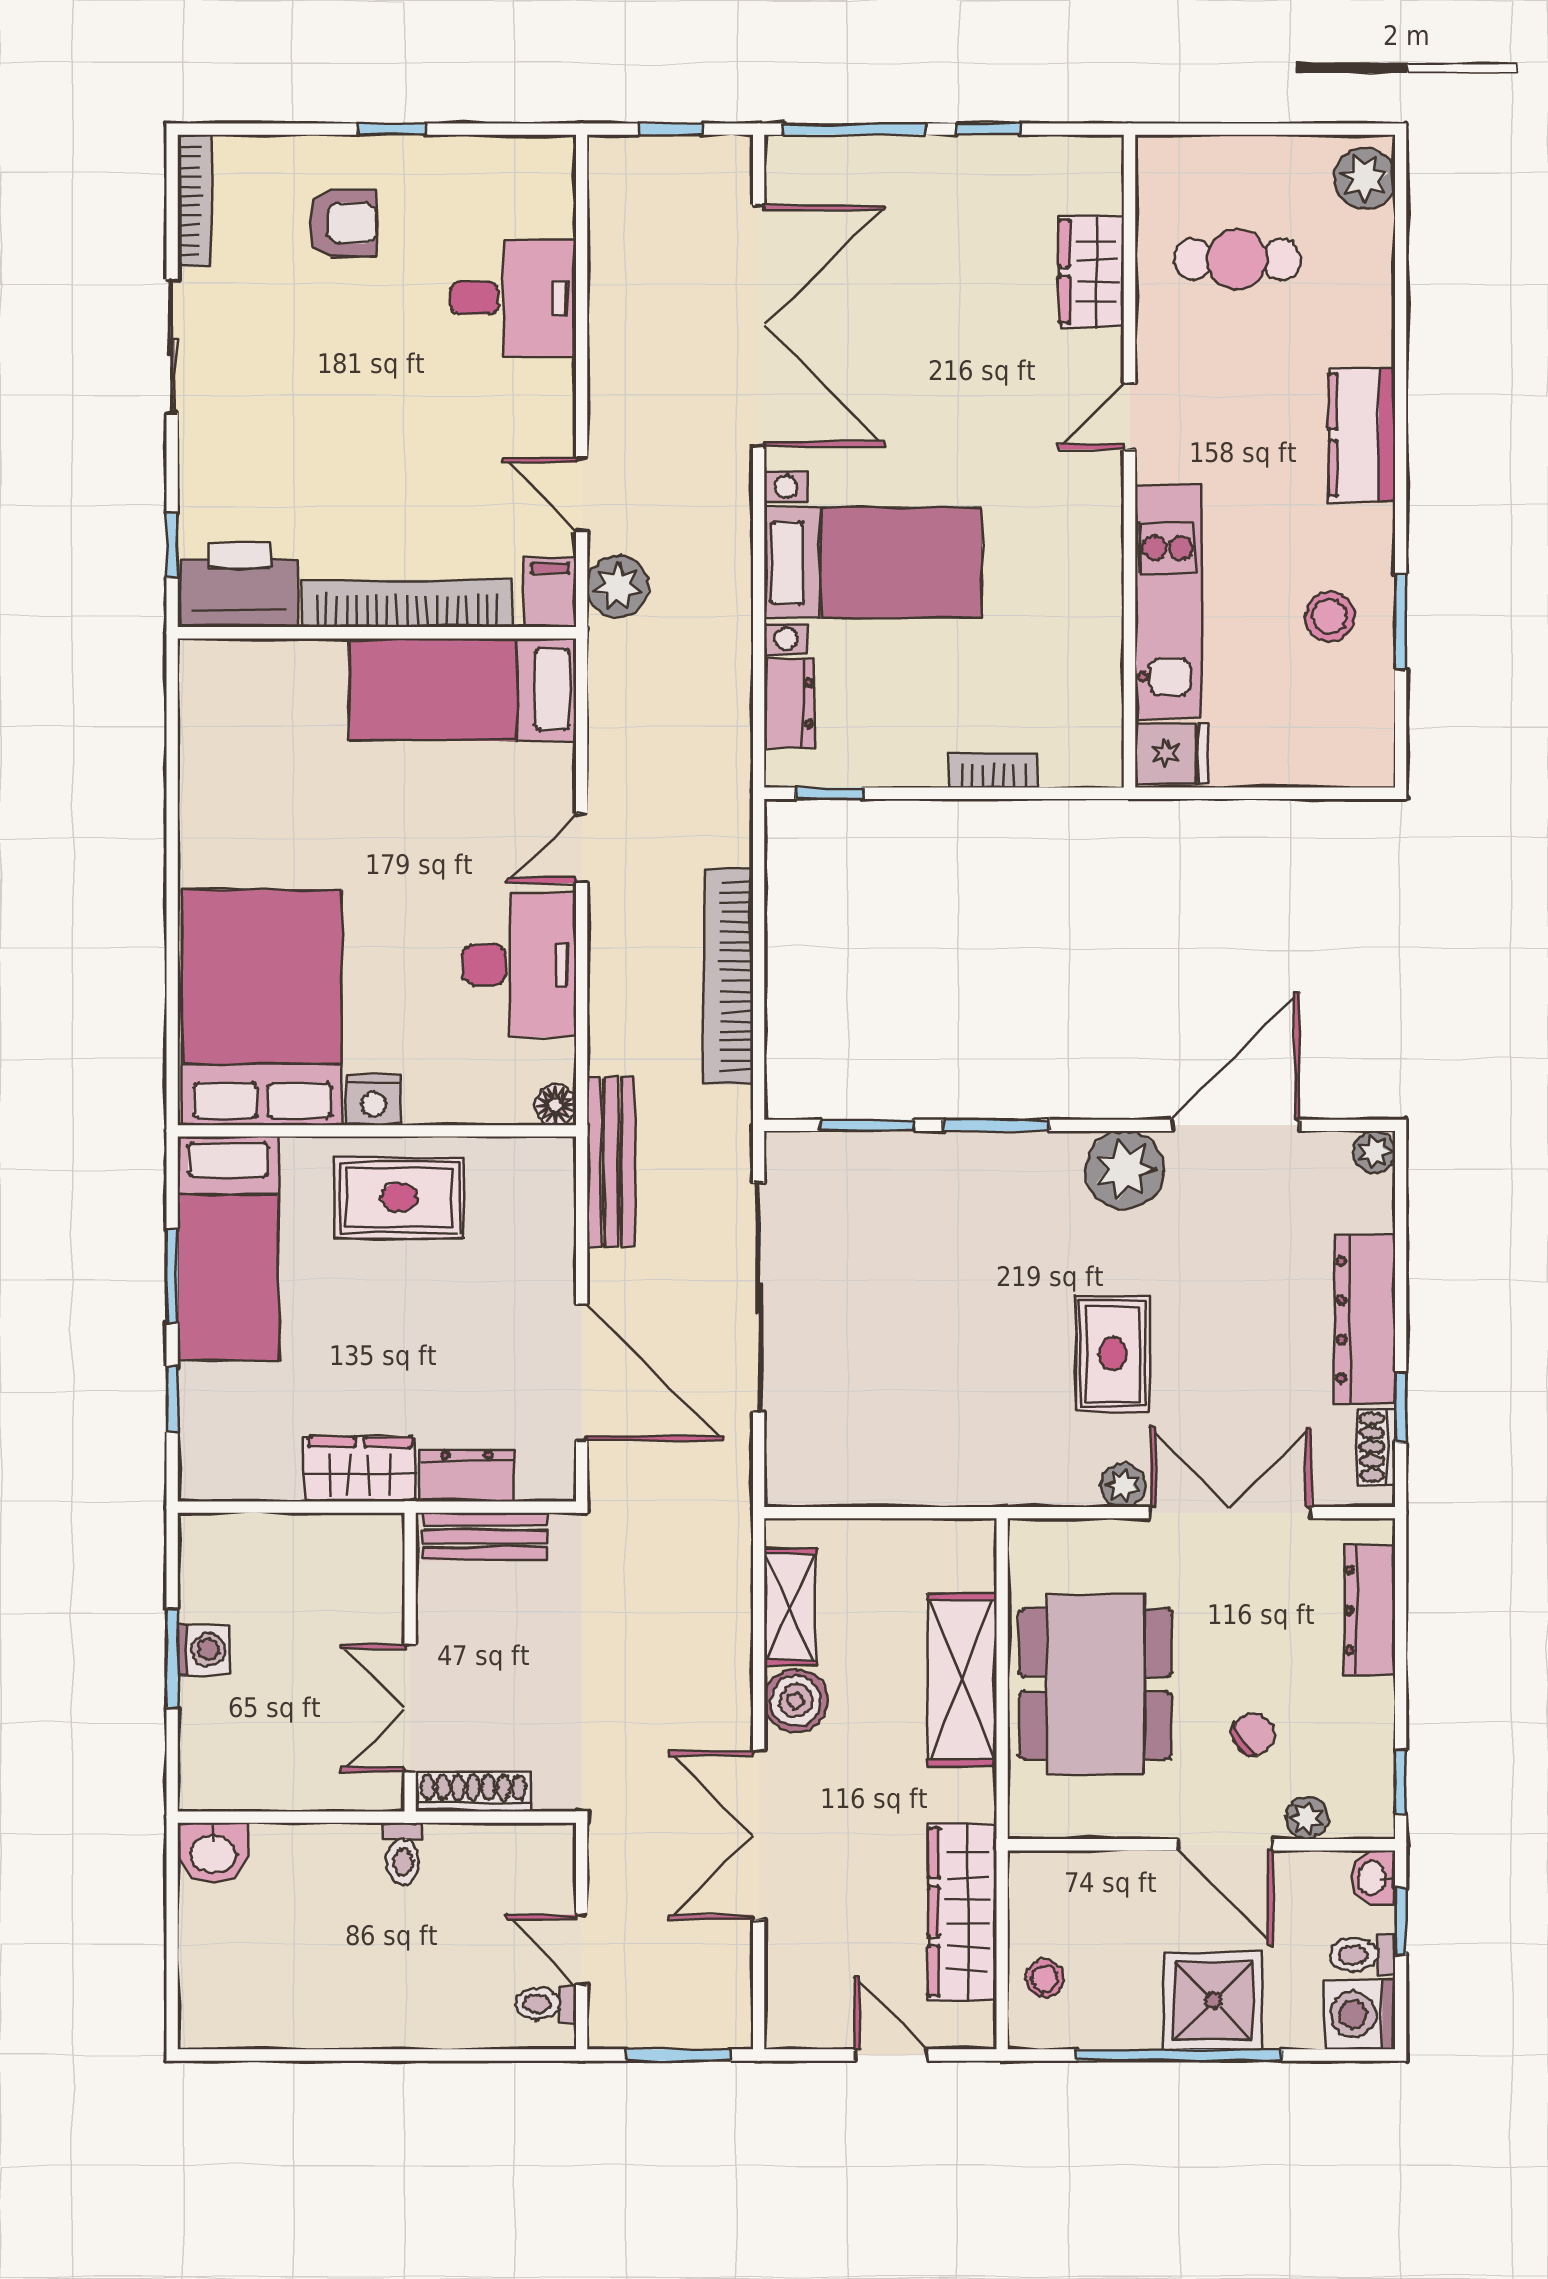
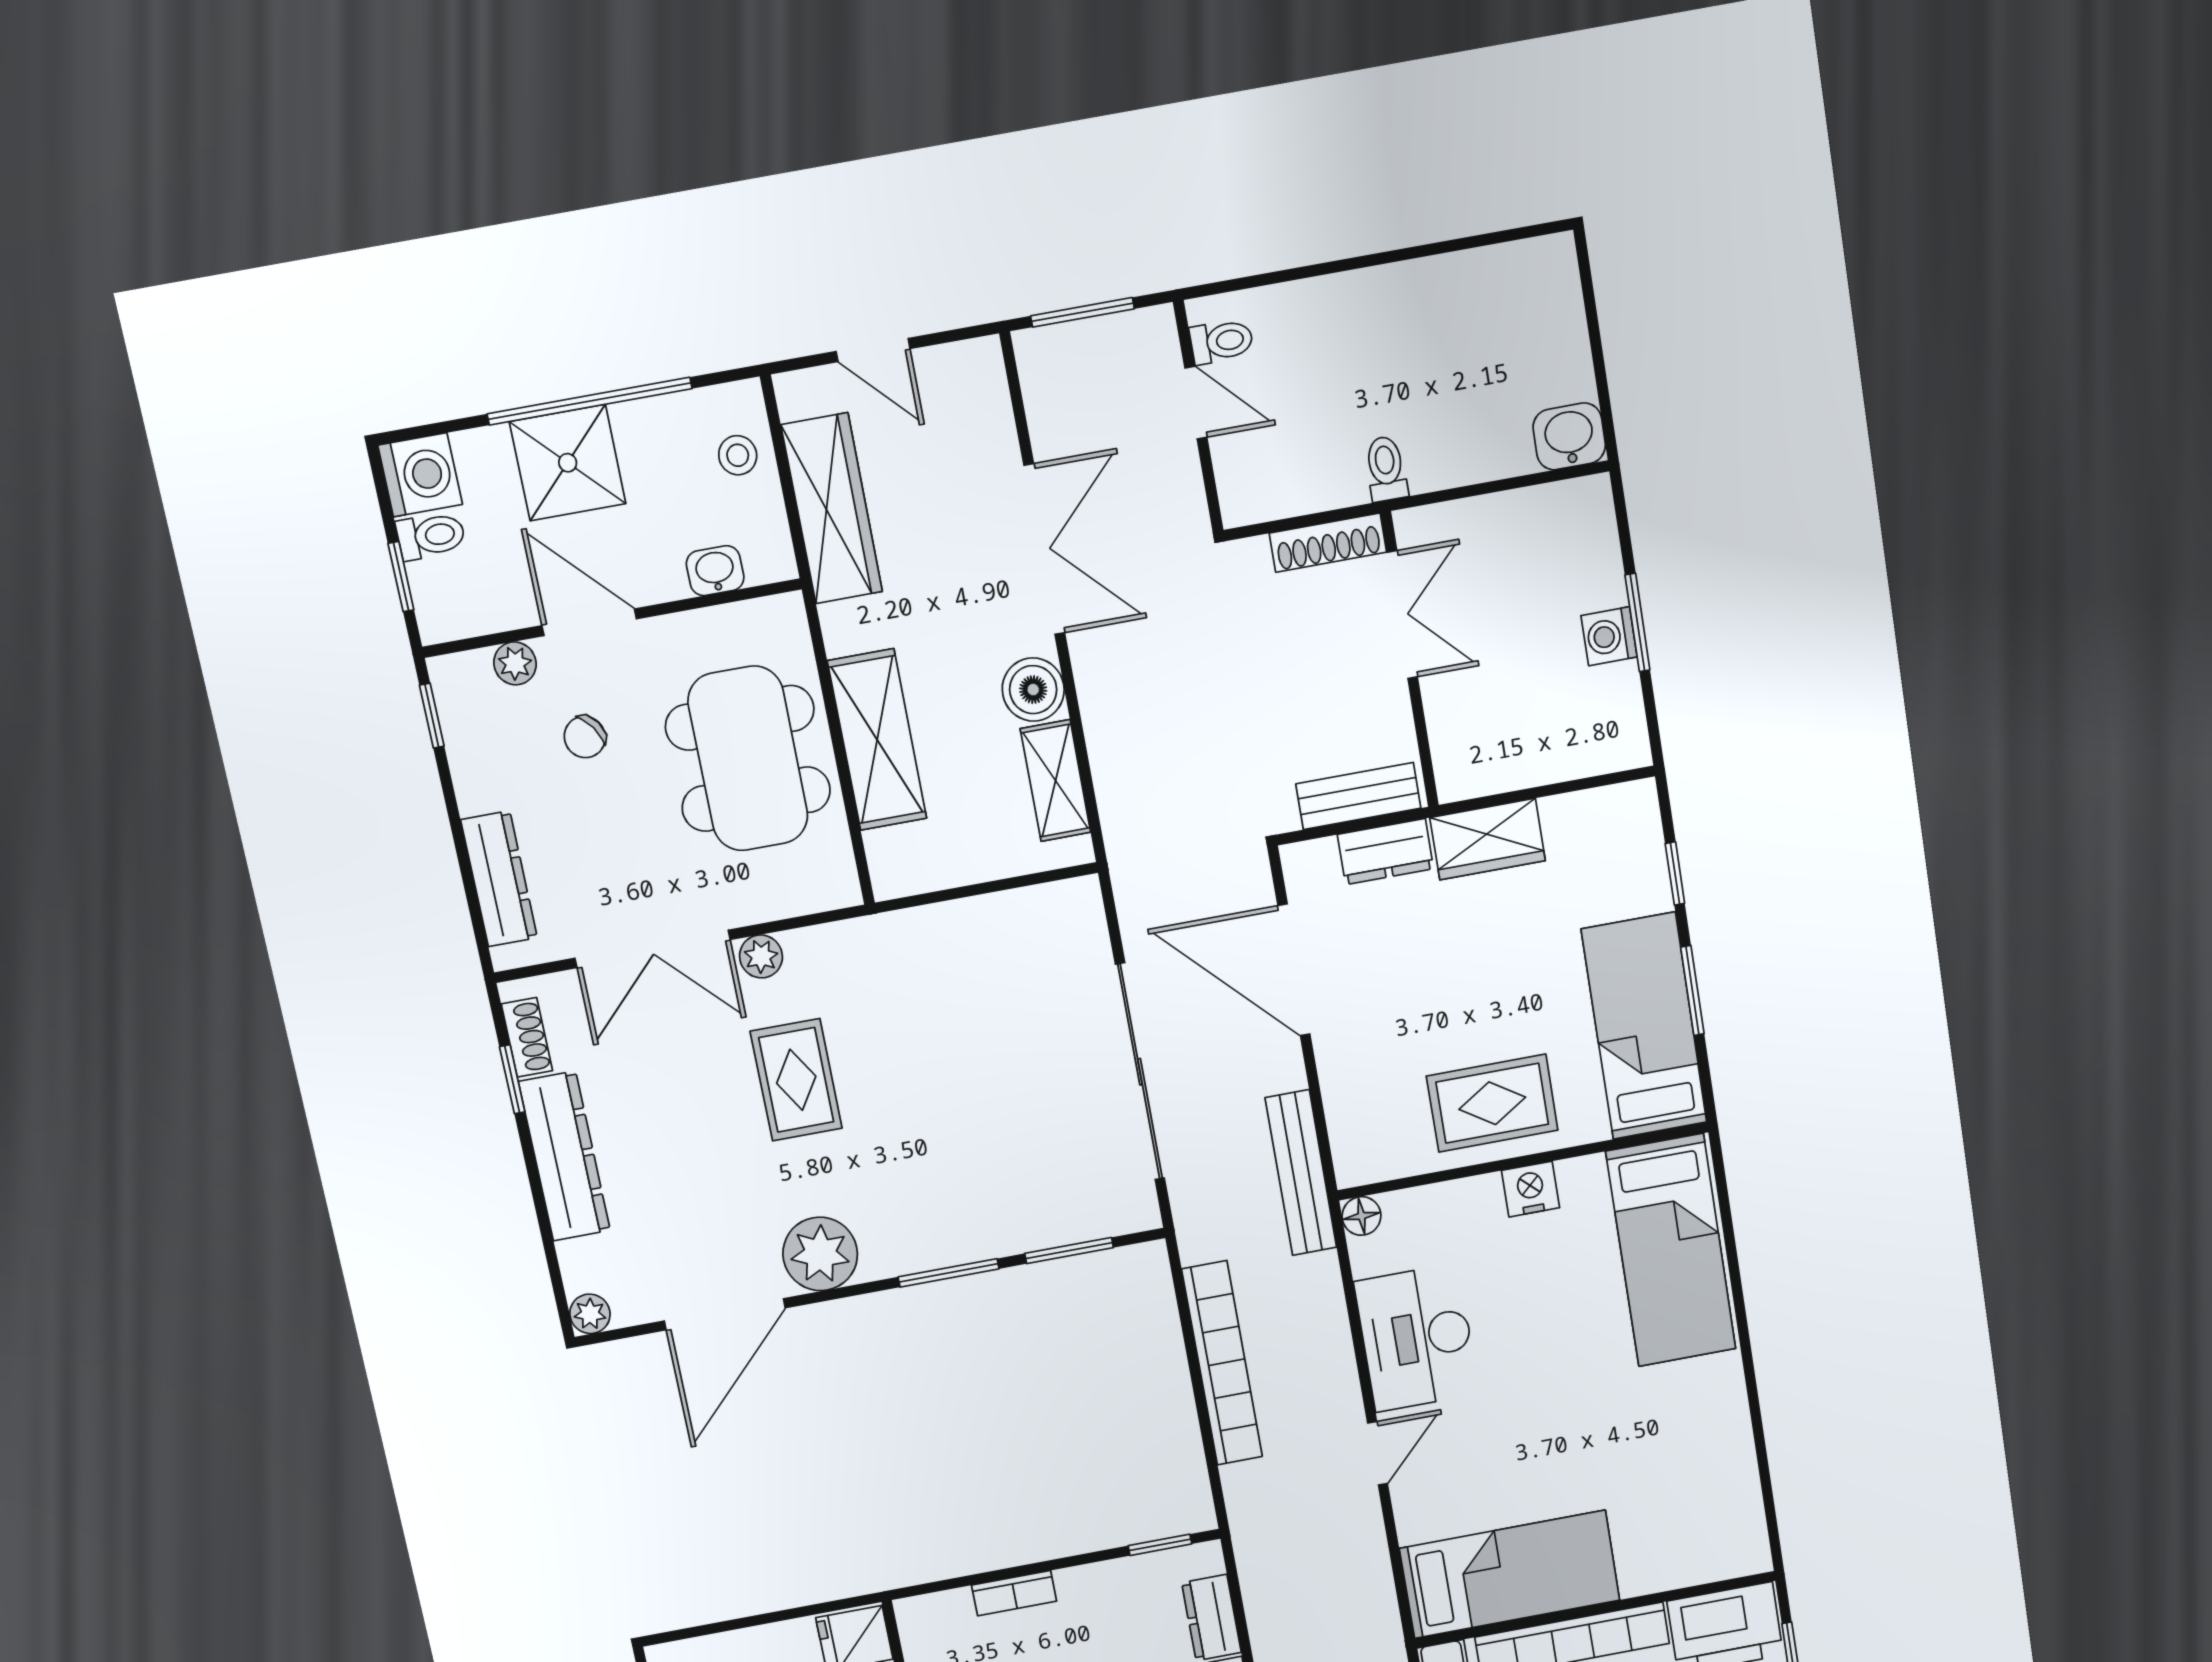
bed: (262, 1008) -> (1671, 1250), width x0.67
washbasin: (1373, 1878) -> (715, 571), moved, turned -90

